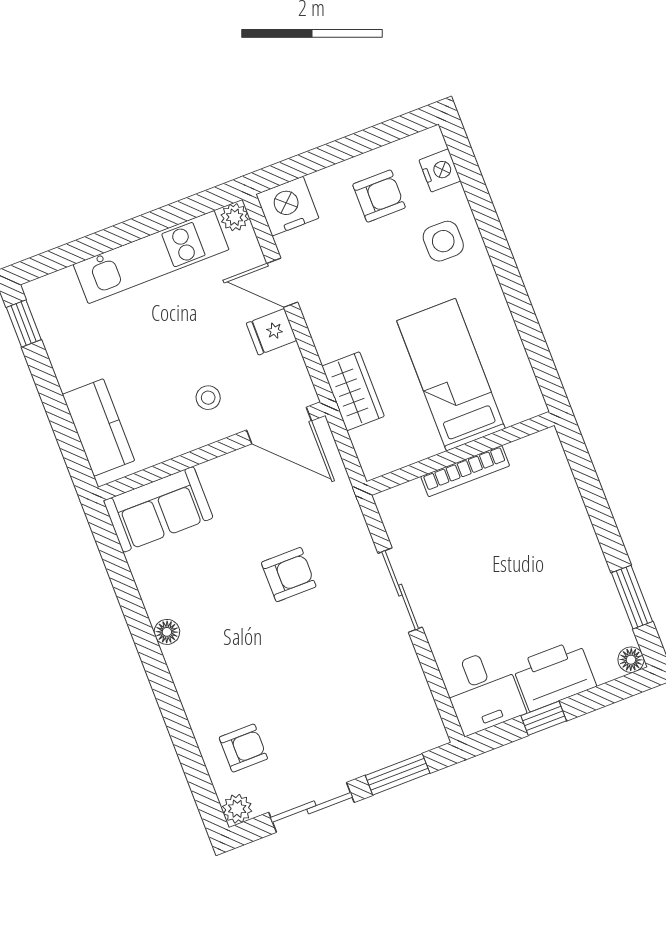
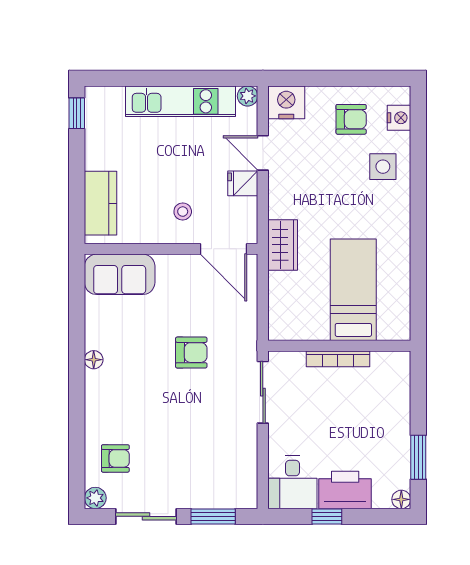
bed: (451, 375) -> (353, 290), moved
wall: (460, 453) -> (339, 346), moved
bookcase: (465, 471) -> (338, 359), moved

